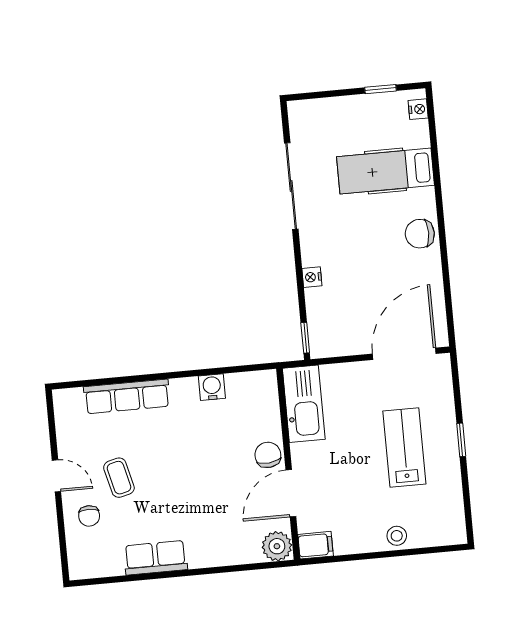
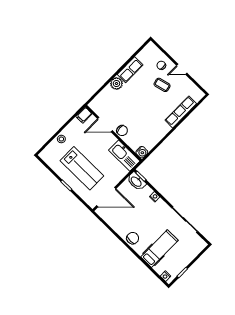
washbasin: (322, 335) -> (136, 181), added
door: (404, 354) -> (106, 197), hinge flipped
water cooler: (212, 387) -> (142, 152), moved
lab bench: (404, 447) -> (82, 168), width x1.36, depth x1.39
door: (291, 493) -> (105, 125), swing flipped
plant: (277, 546) -> (116, 84), moved

